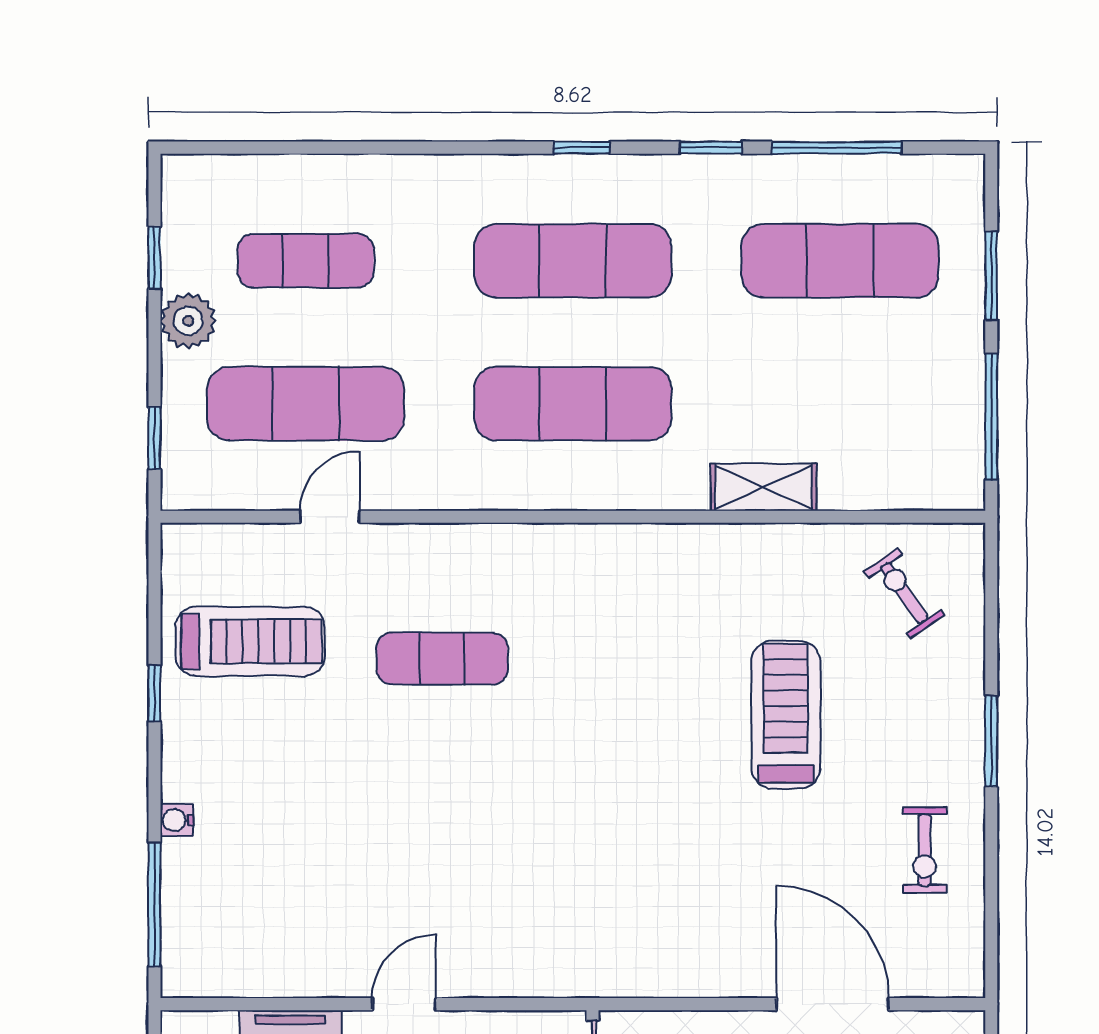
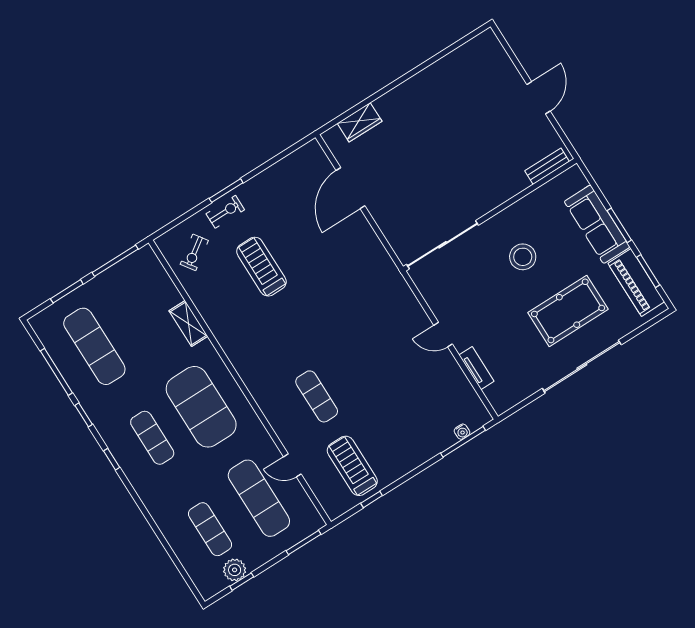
exercise mat: (573, 261) -> (152, 438), width x0.73, depth x0.69
plant: (188, 321) -> (235, 570), moved
exercise mat: (573, 404) -> (201, 407), width x1.47
window: (154, 438) -> (304, 542), width x1.50
window: (154, 693) -> (372, 499), moved
treadmill: (786, 715) -> (261, 267), turned 90
water cooler: (177, 820) -> (462, 432), moved
exercise bike: (925, 850) -> (225, 212), moved

